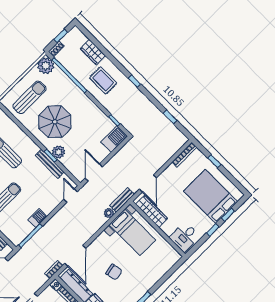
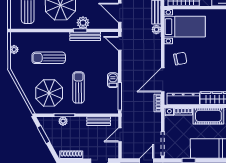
door: (75, 256) -> (163, 80), swing flipped
chair: (114, 272) -> (180, 59), moved

